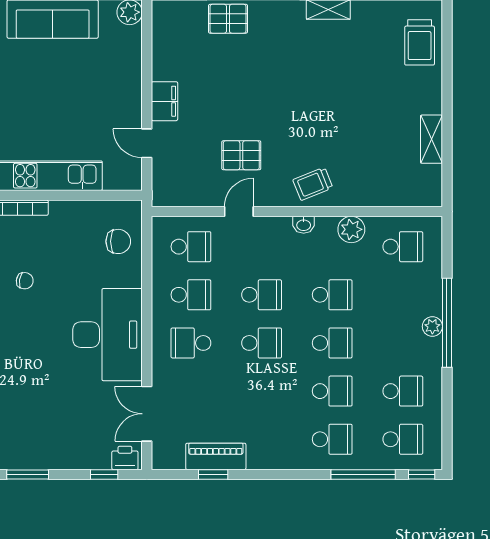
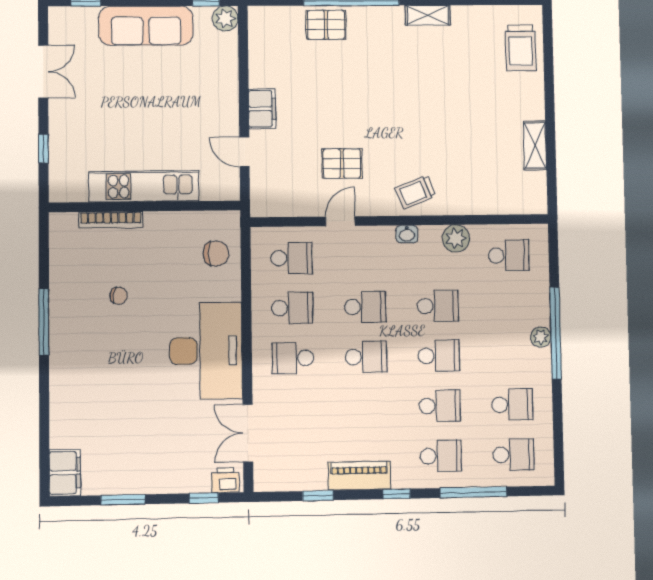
piano: (216, 456) -> (359, 476), moved
window: (422, 474) -> (397, 494), moved

